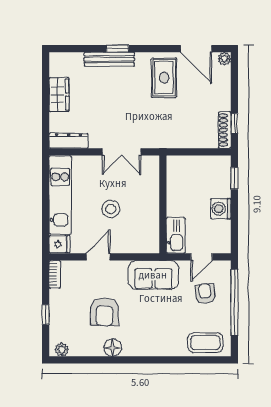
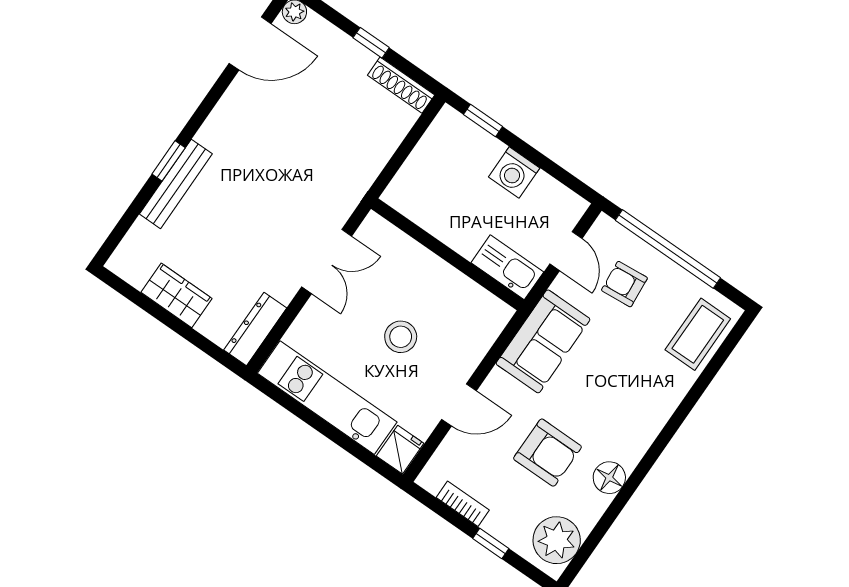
rug: (164, 78) -> (260, 121), removed
window: (234, 123) -> (371, 43), moved
door: (98, 257) -> (459, 405), swing flipped
bookcase: (55, 274) -> (463, 504), moved
plant: (62, 350) -> (557, 540), width x1.87, depth x1.87

